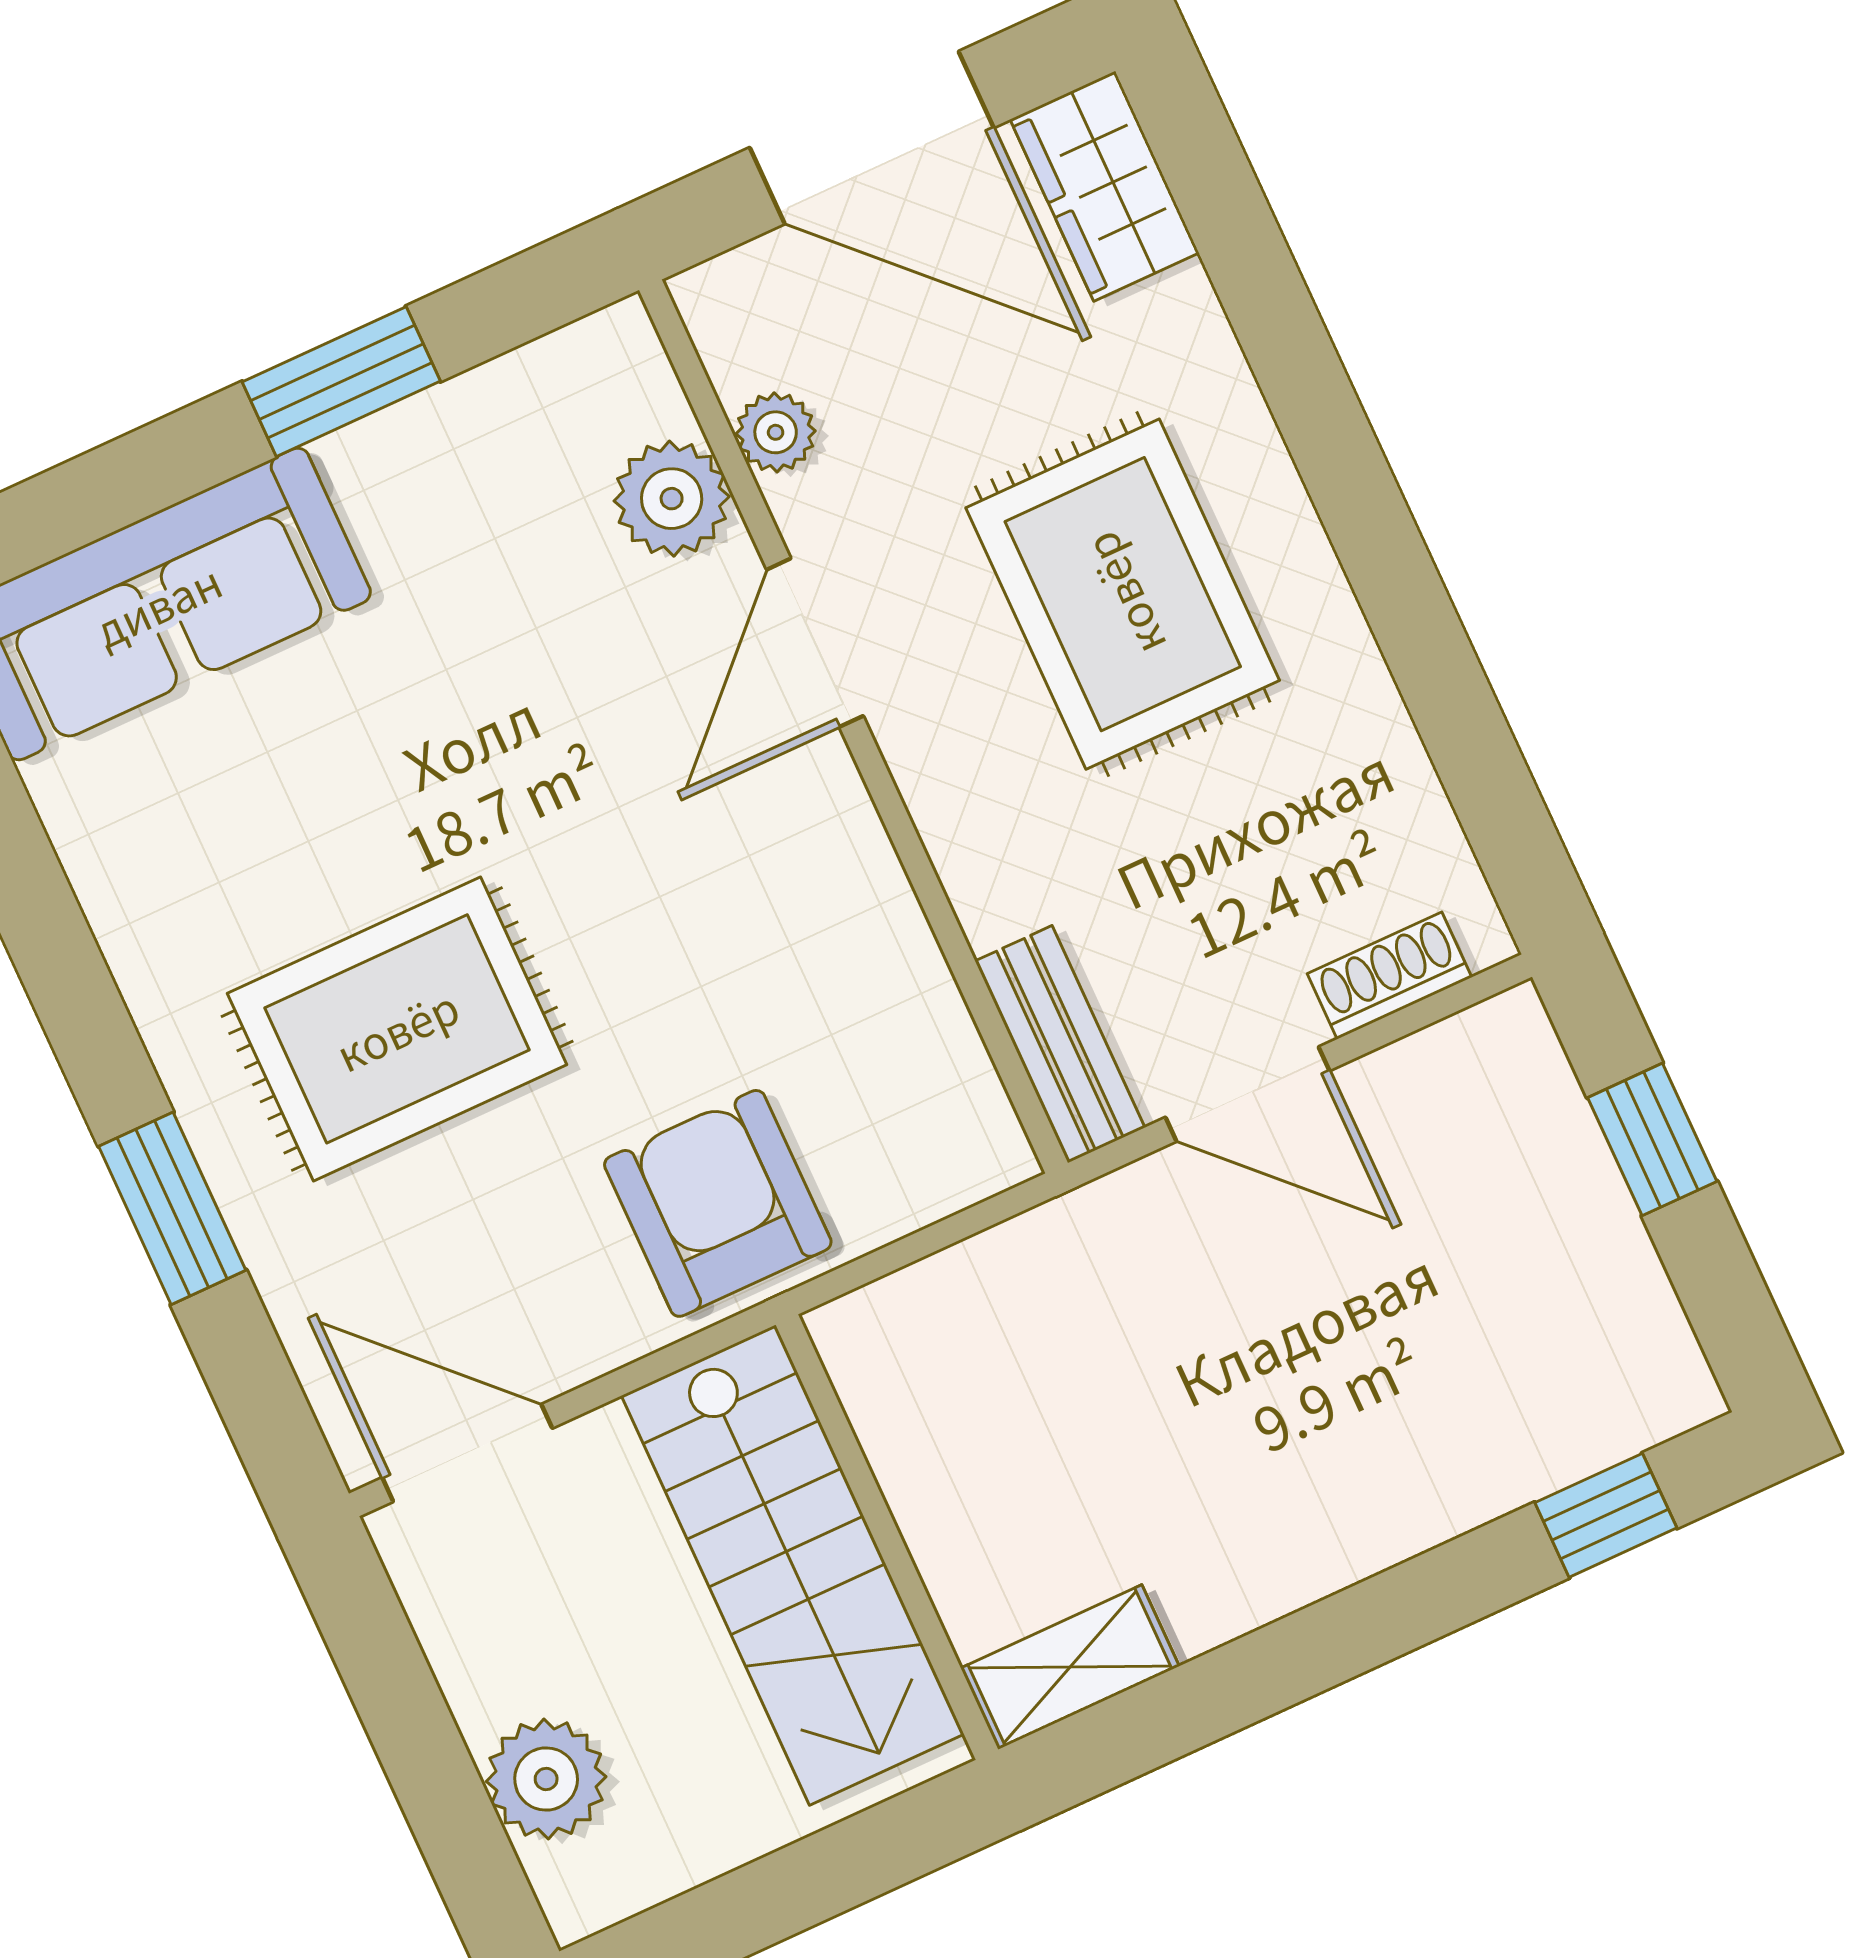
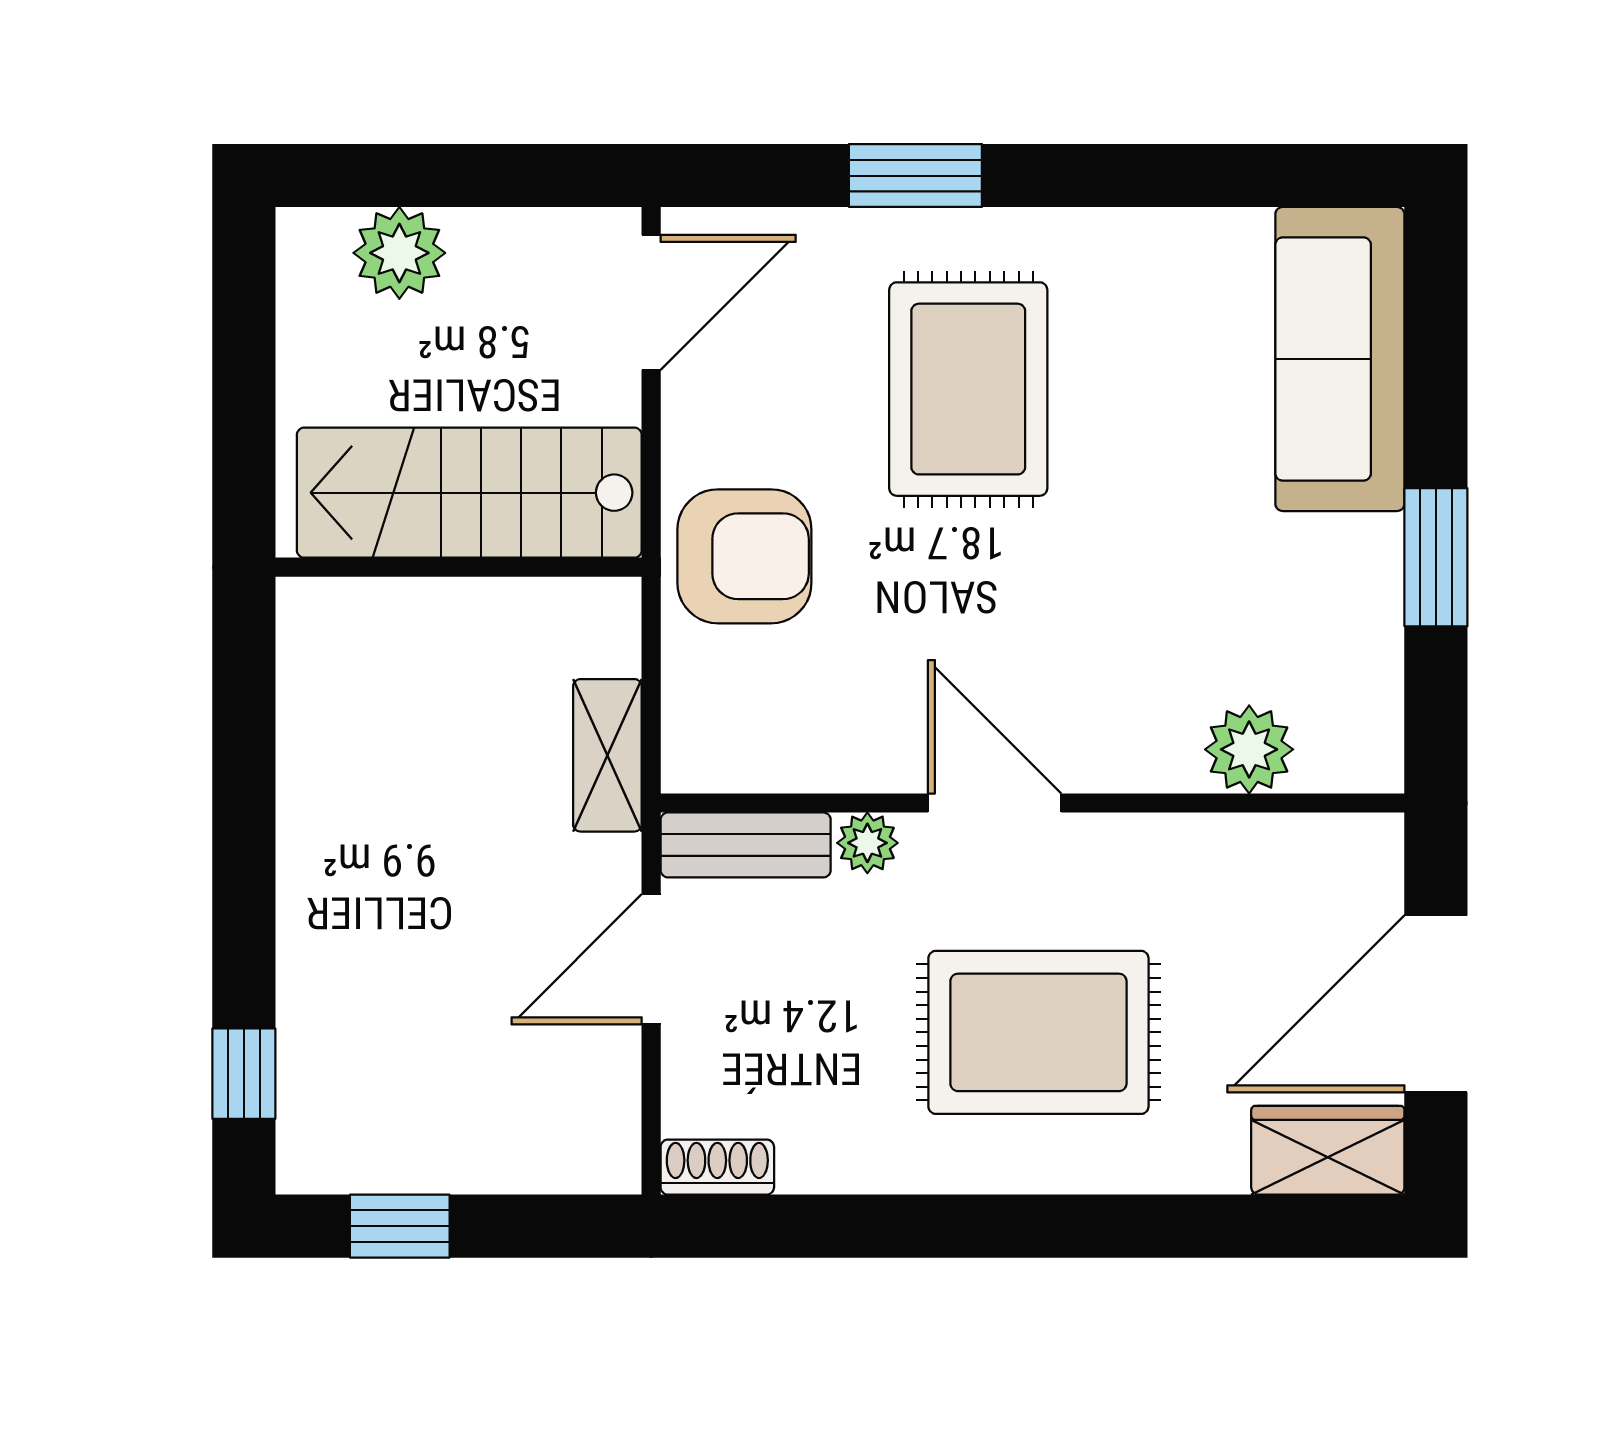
plant: (776, 432) -> (867, 843), moved
door: (815, 643) -> (995, 803), moved
shoe rack: (1390, 975) -> (717, 1167), moved, turned -90
window: (1652, 1139) -> (400, 1226), moved
shelving: (1070, 1667) -> (607, 755), moved

